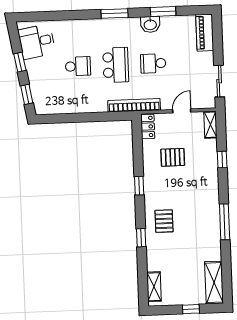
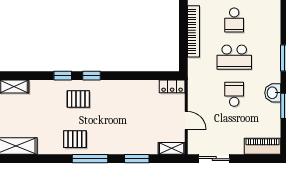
bookcase: (134, 105) -> (194, 31), moved
pallet: (173, 157) -> (75, 139), moved, turned 90
window: (222, 160) -> (137, 159), width x1.50
window: (139, 186) -> (92, 76), moved
window: (225, 222) -> (90, 159), moved

